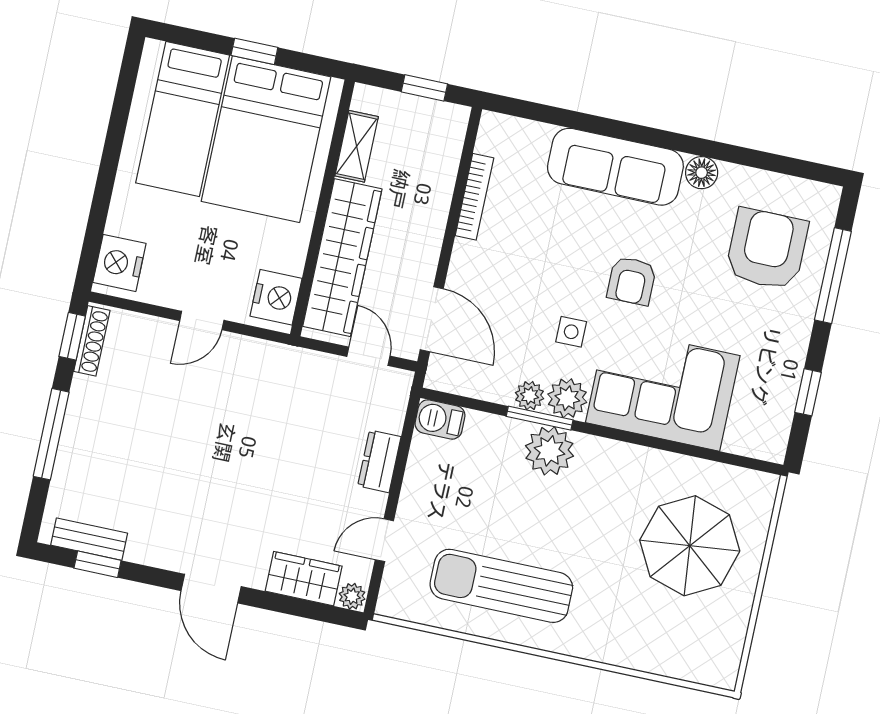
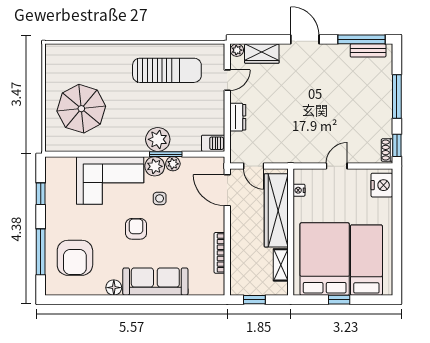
nightstand: (276, 297) -> (299, 190), width x0.53, depth x0.56
shoe rack: (92, 341) -> (387, 150), width x0.70
window: (98, 564) -> (361, 39), width x2.17

